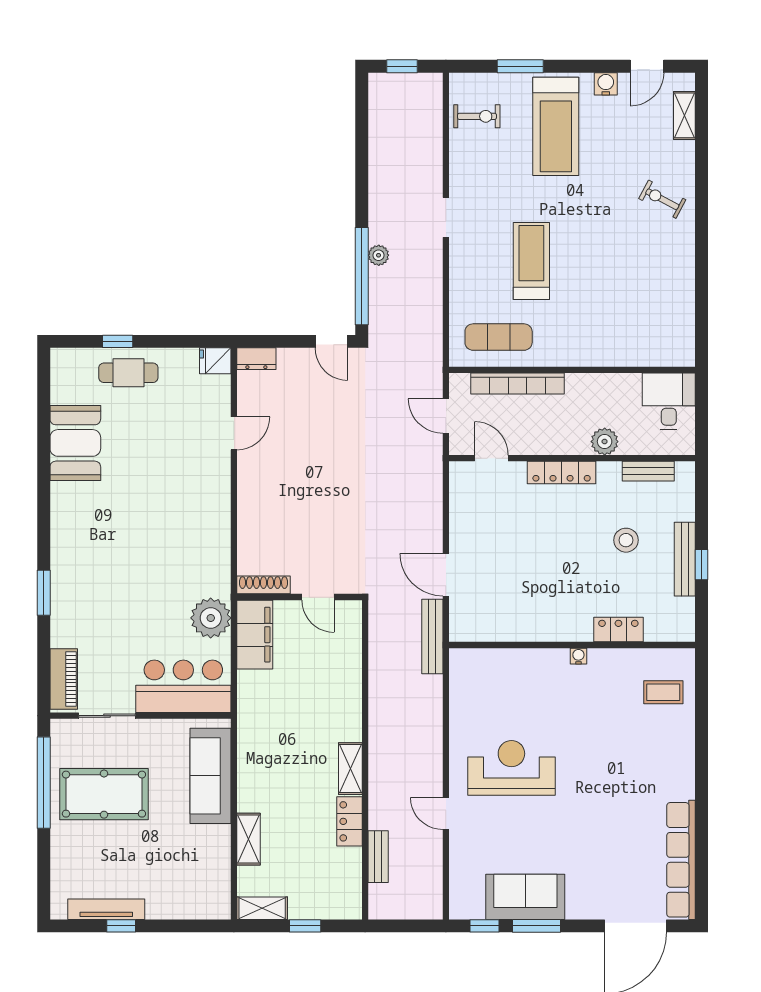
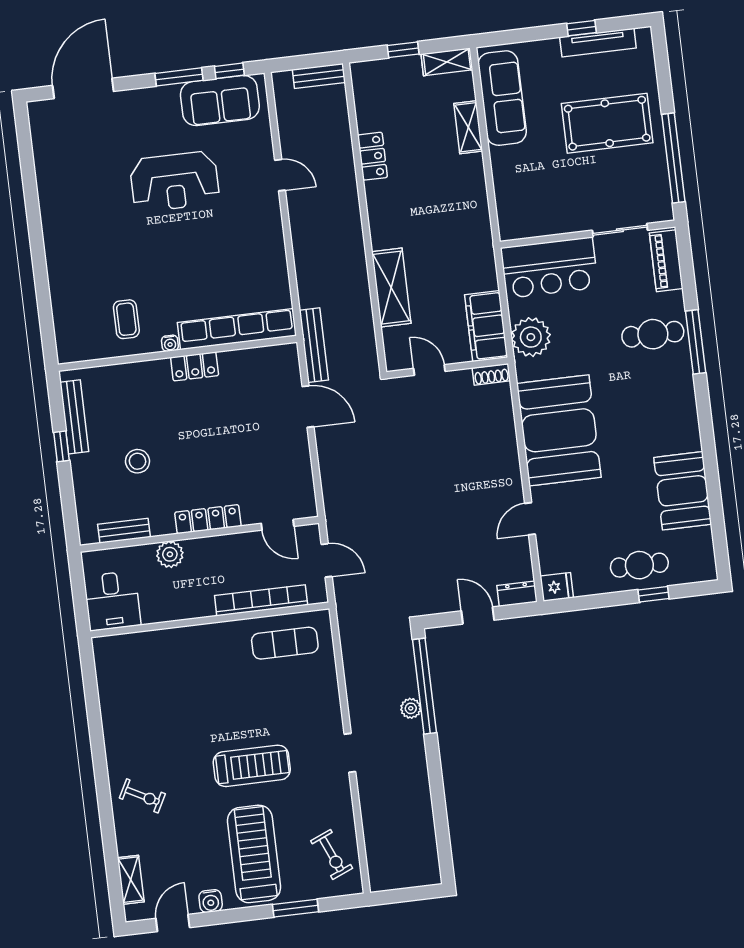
window: (402, 66) -> (410, 894), removed
exercise bike: (477, 116) -> (332, 854), turned -113
treadmill: (531, 261) -> (252, 766), moved, turned -90
door: (331, 341) -> (478, 616), moved
booth: (194, 520) -> (559, 430), added
bench: (685, 559) -> (74, 417), moved
shoe rack: (264, 585) -> (491, 374), width x0.70
window: (44, 593) -> (696, 342), width x1.44
cafe table: (86, 606) -> (653, 334), added
locker: (618, 630) -> (195, 366), moved
coffee table: (663, 692) -> (126, 319), moved, turned 90
reception desk: (511, 768) -> (175, 181), moved
shelving: (350, 769) -> (391, 288), moved, width x1.50, depth x1.33
sofa: (210, 776) -> (502, 98), moved
pool table: (104, 794) -> (607, 123), moved
bench: (378, 857) -> (319, 76), moved, turned 90
row of seats: (681, 860) -> (237, 329), moved, turned -90
sofa: (525, 897) -> (220, 101), moved

